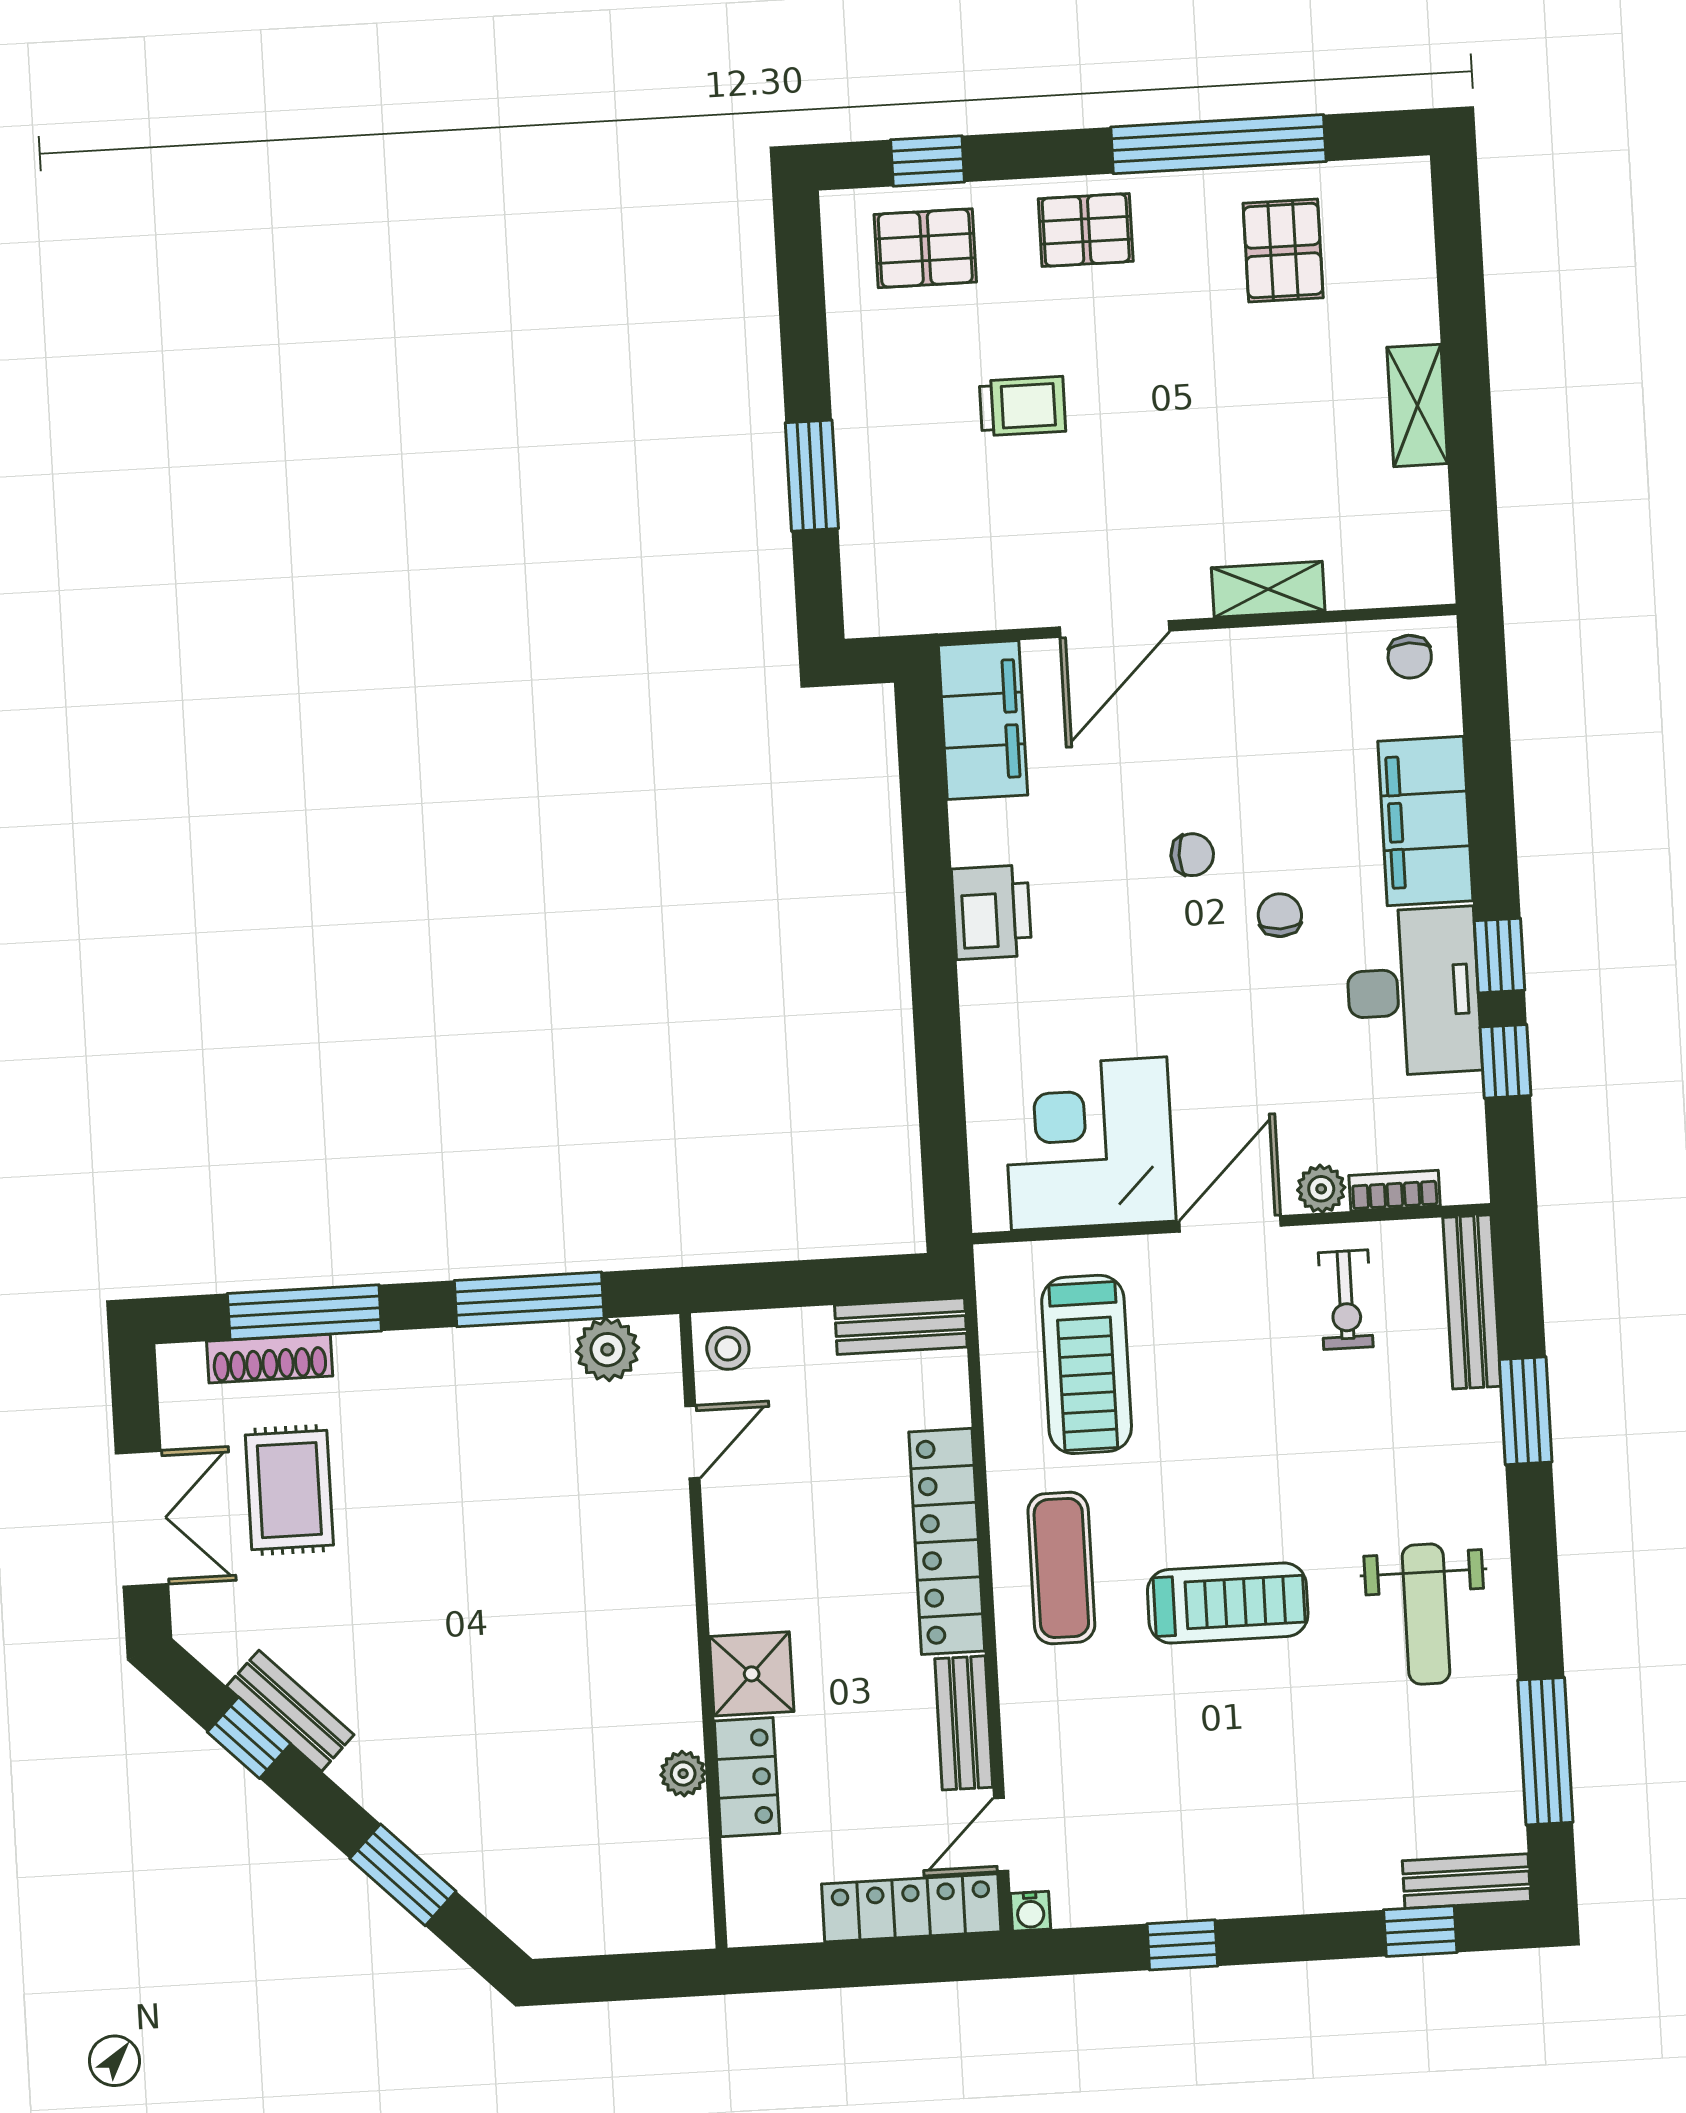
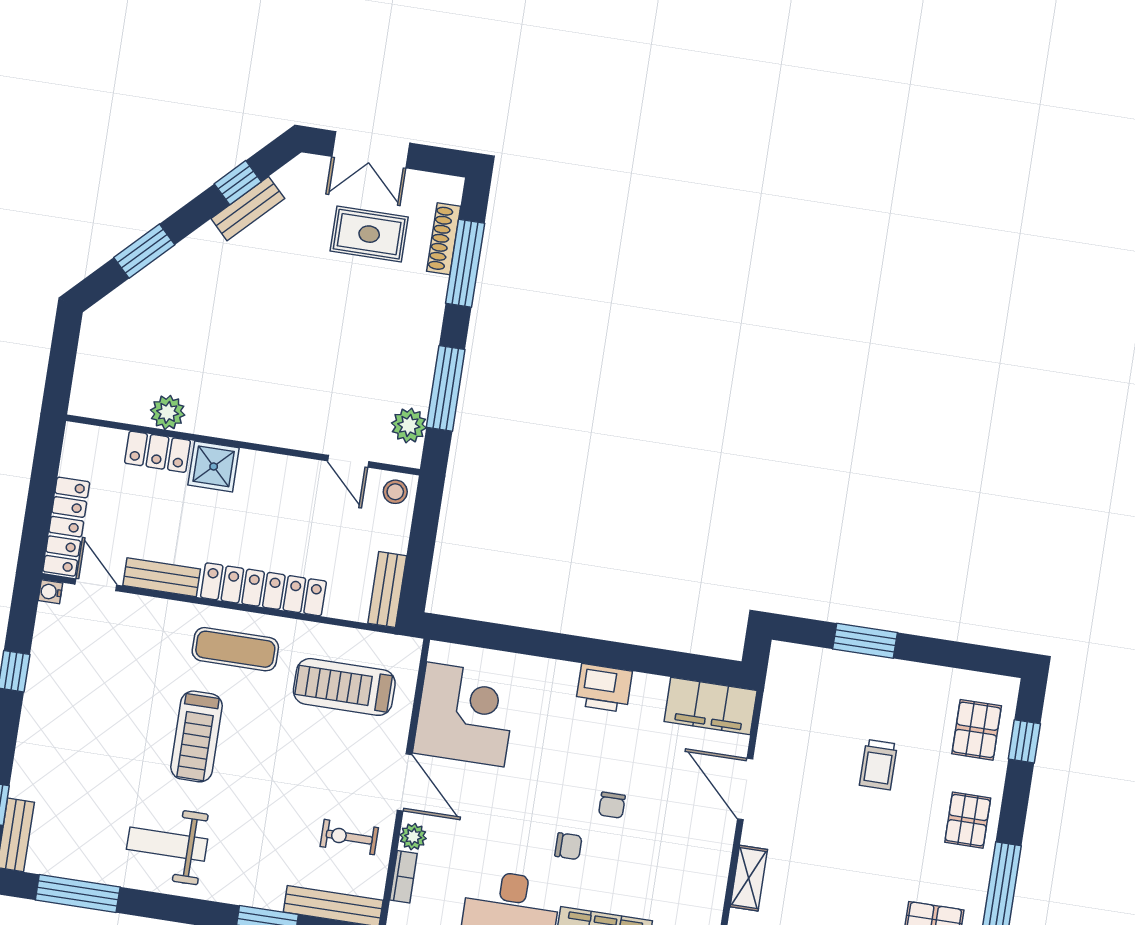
plant: (683, 1774) -> (168, 412), width x1.38, depth x1.38

